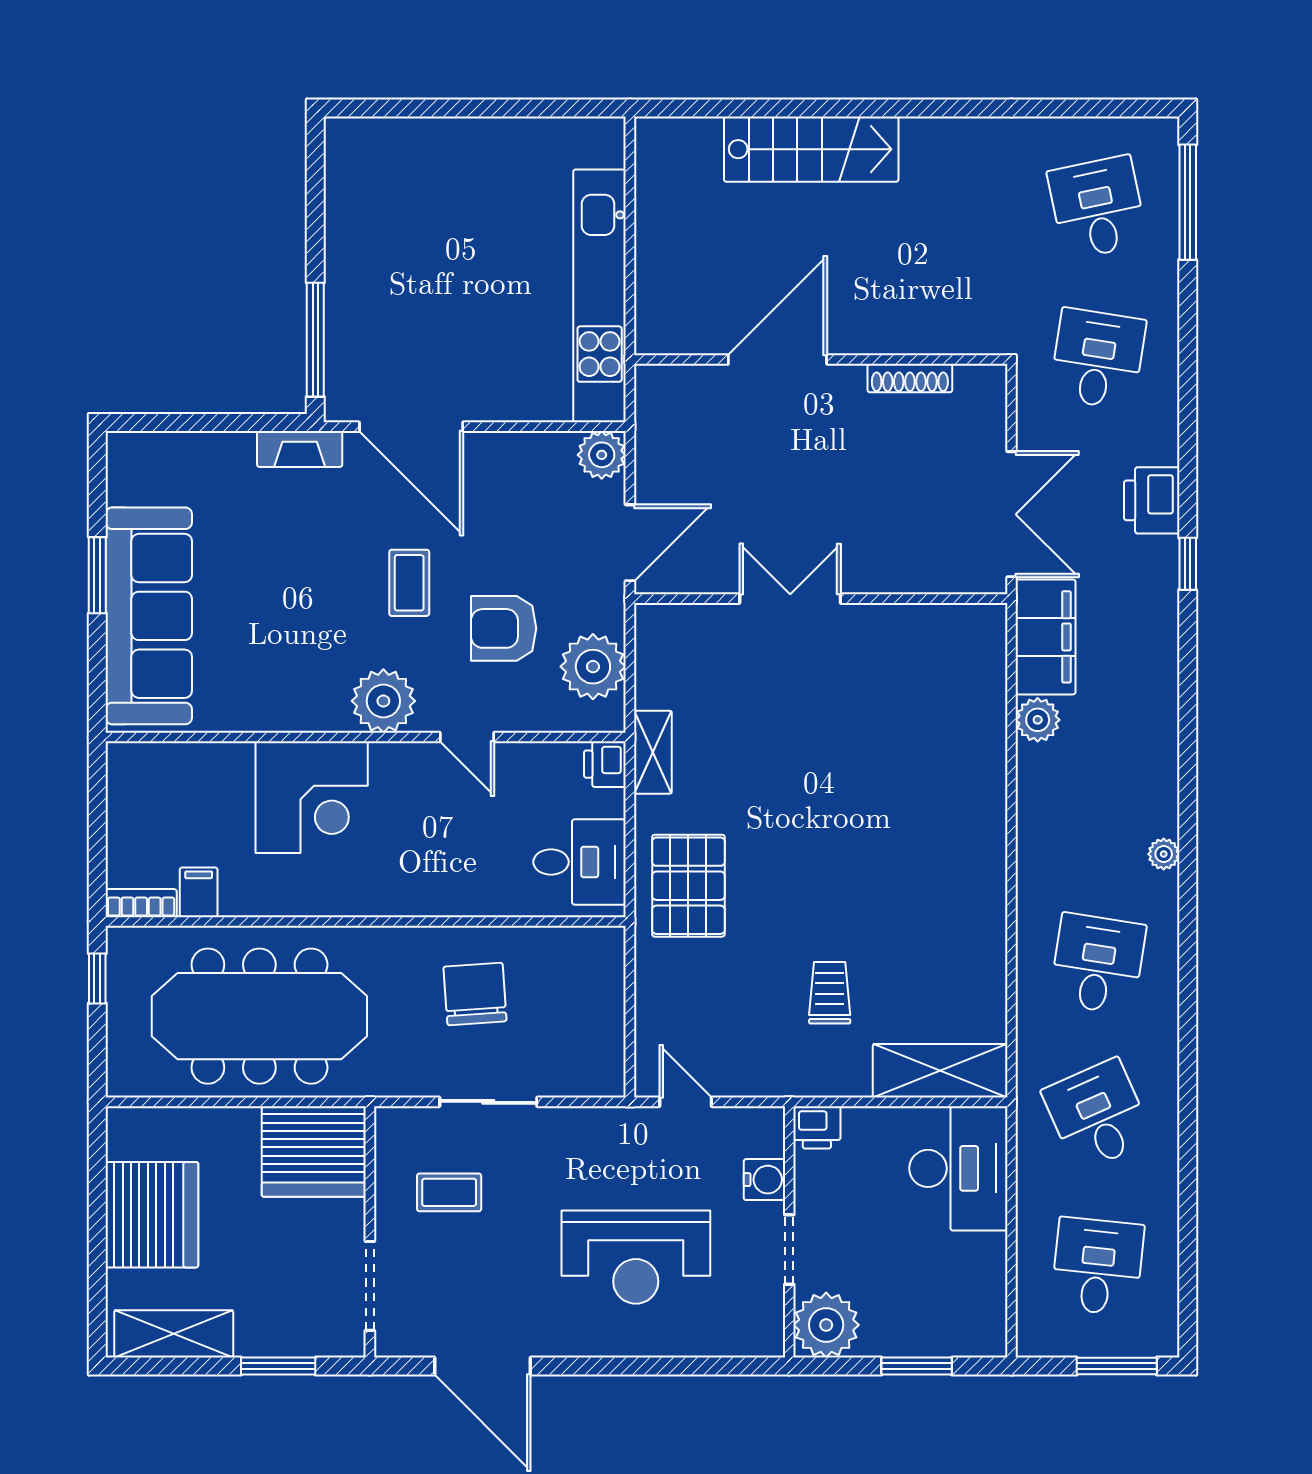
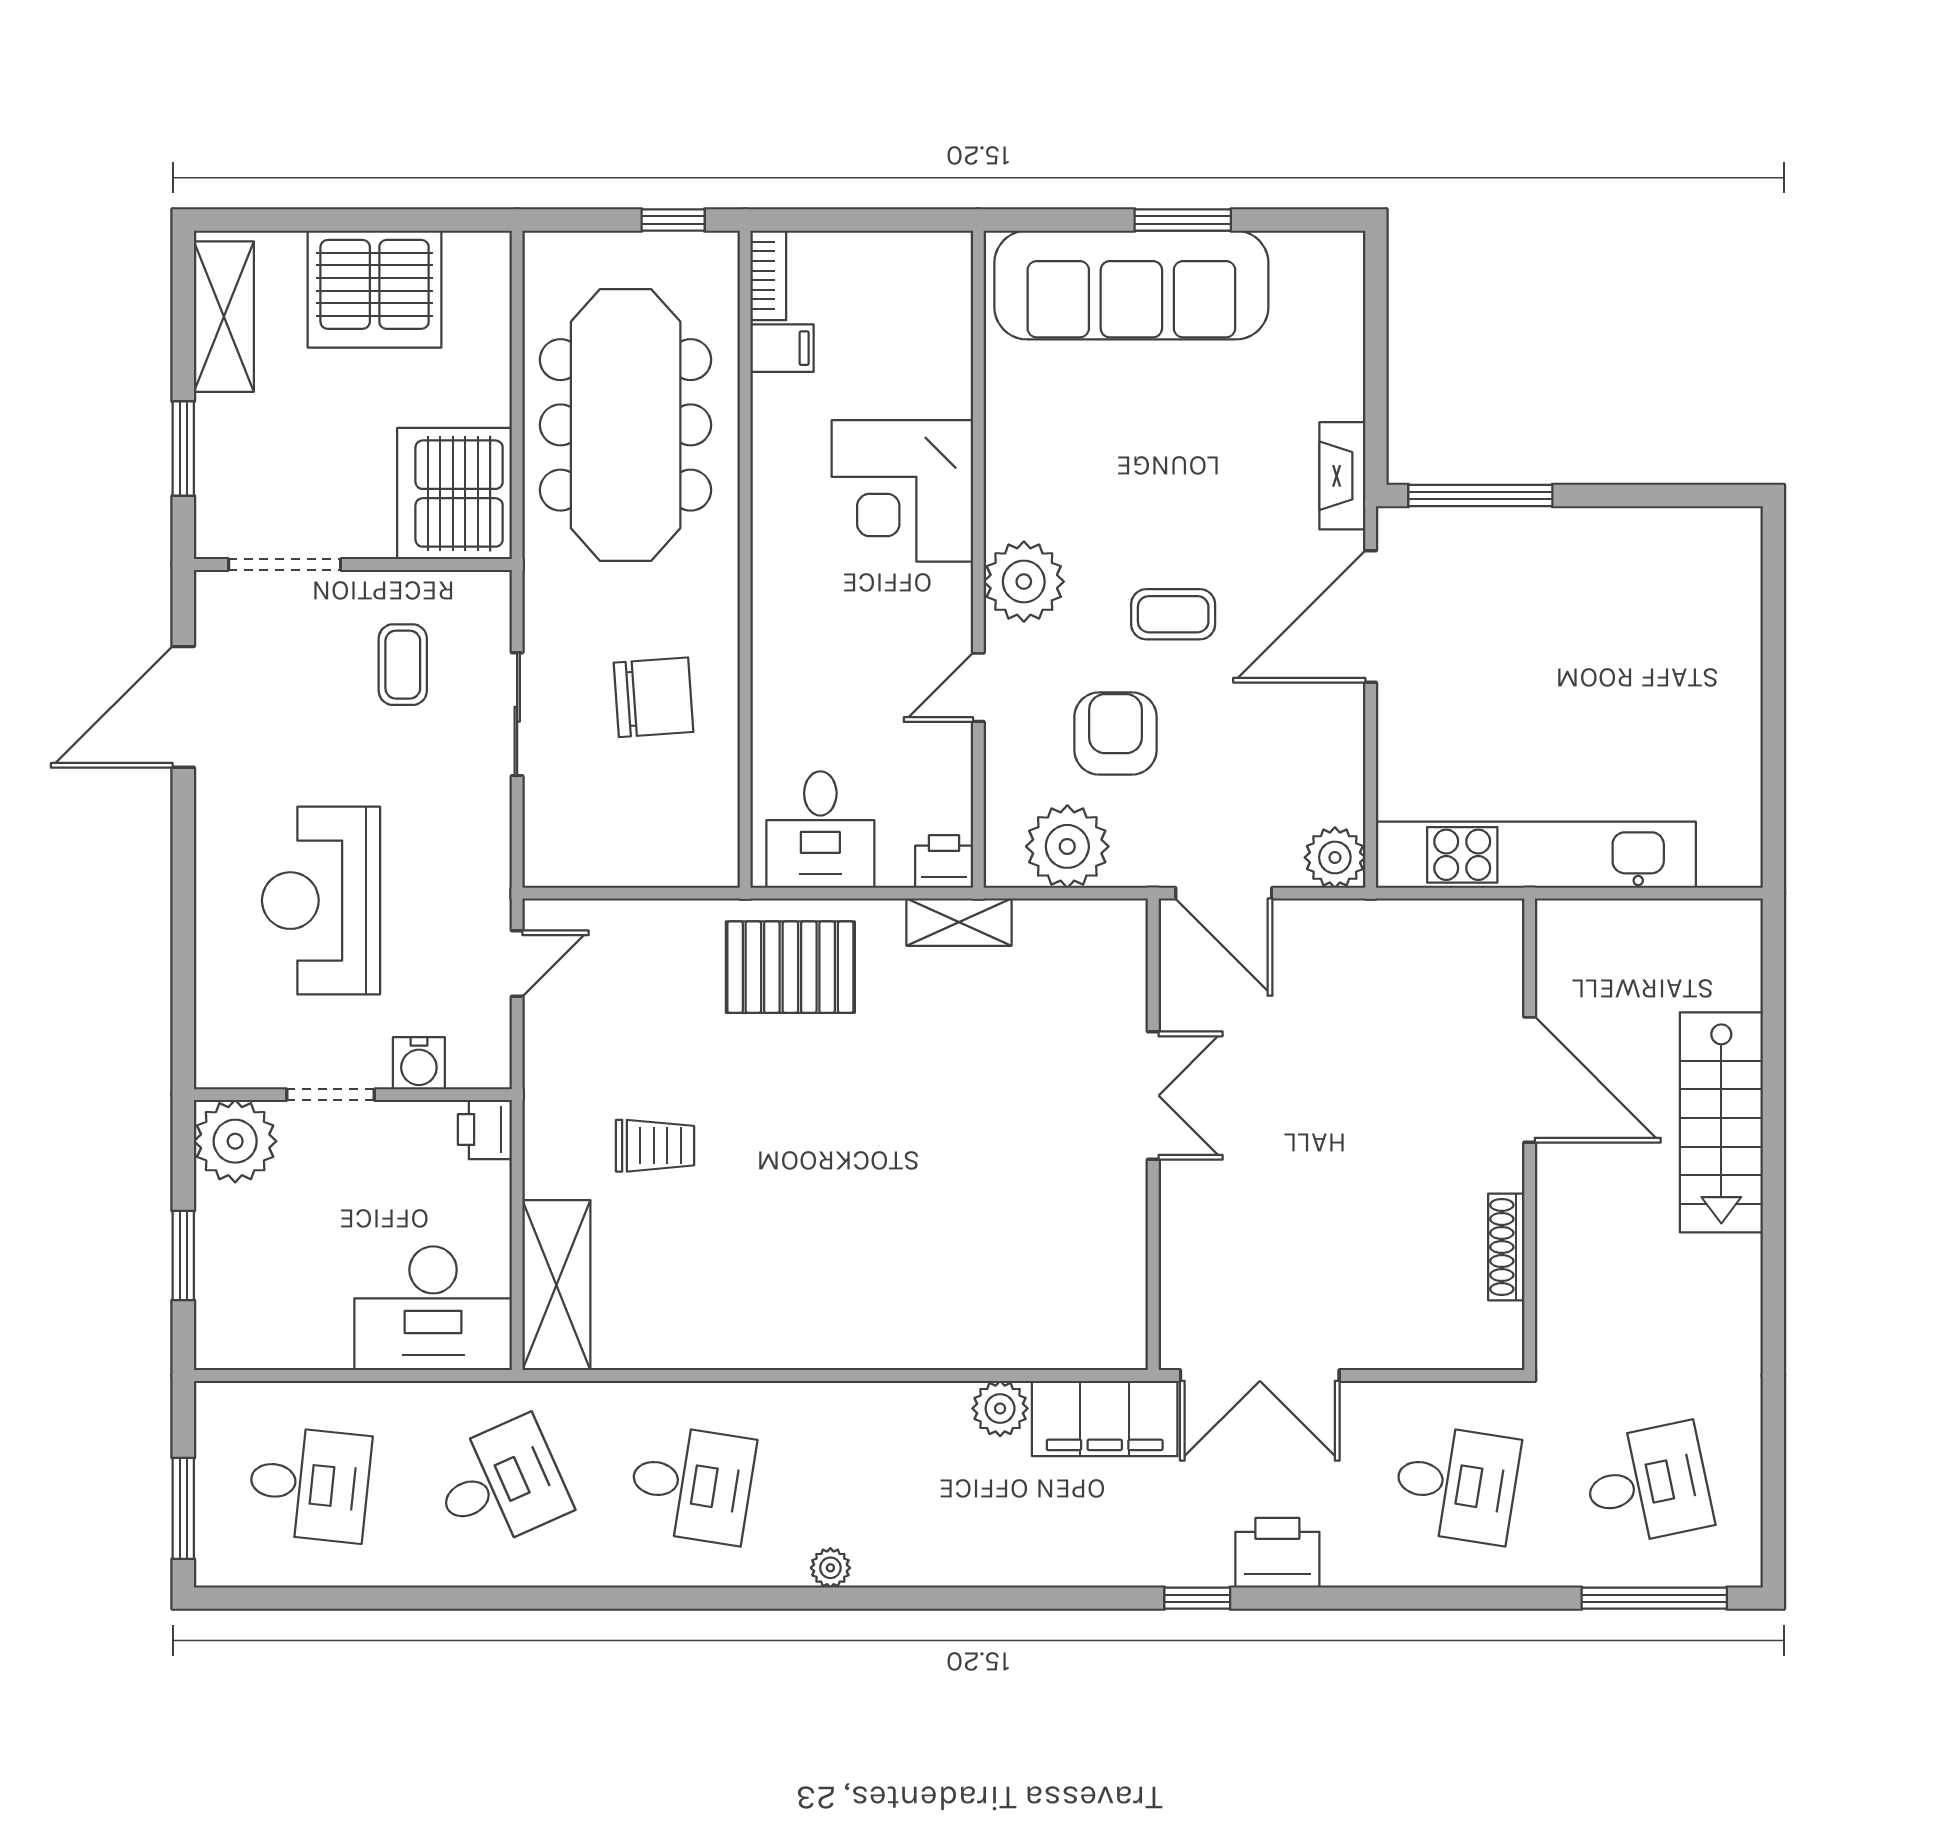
door: (777, 360) -> (1530, 1080), moved
wall: (821, 360) -> (1530, 1134), moved
shoe rack: (910, 378) -> (1506, 1247), moved

